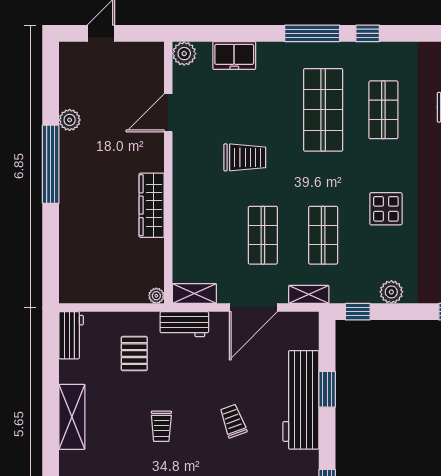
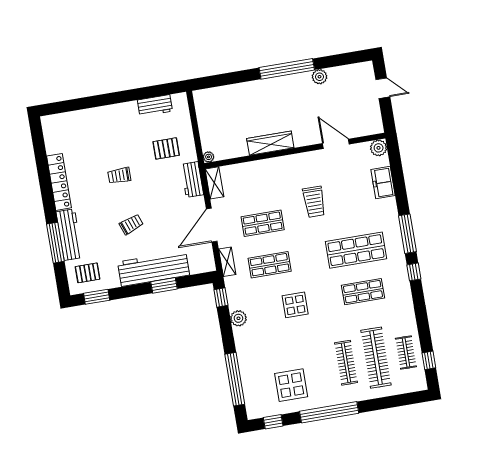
door: (253, 308) -> (212, 225), hinge flipped
workbench: (71, 335) -> (155, 106), moved
shelving: (72, 417) -> (115, 113), removed

